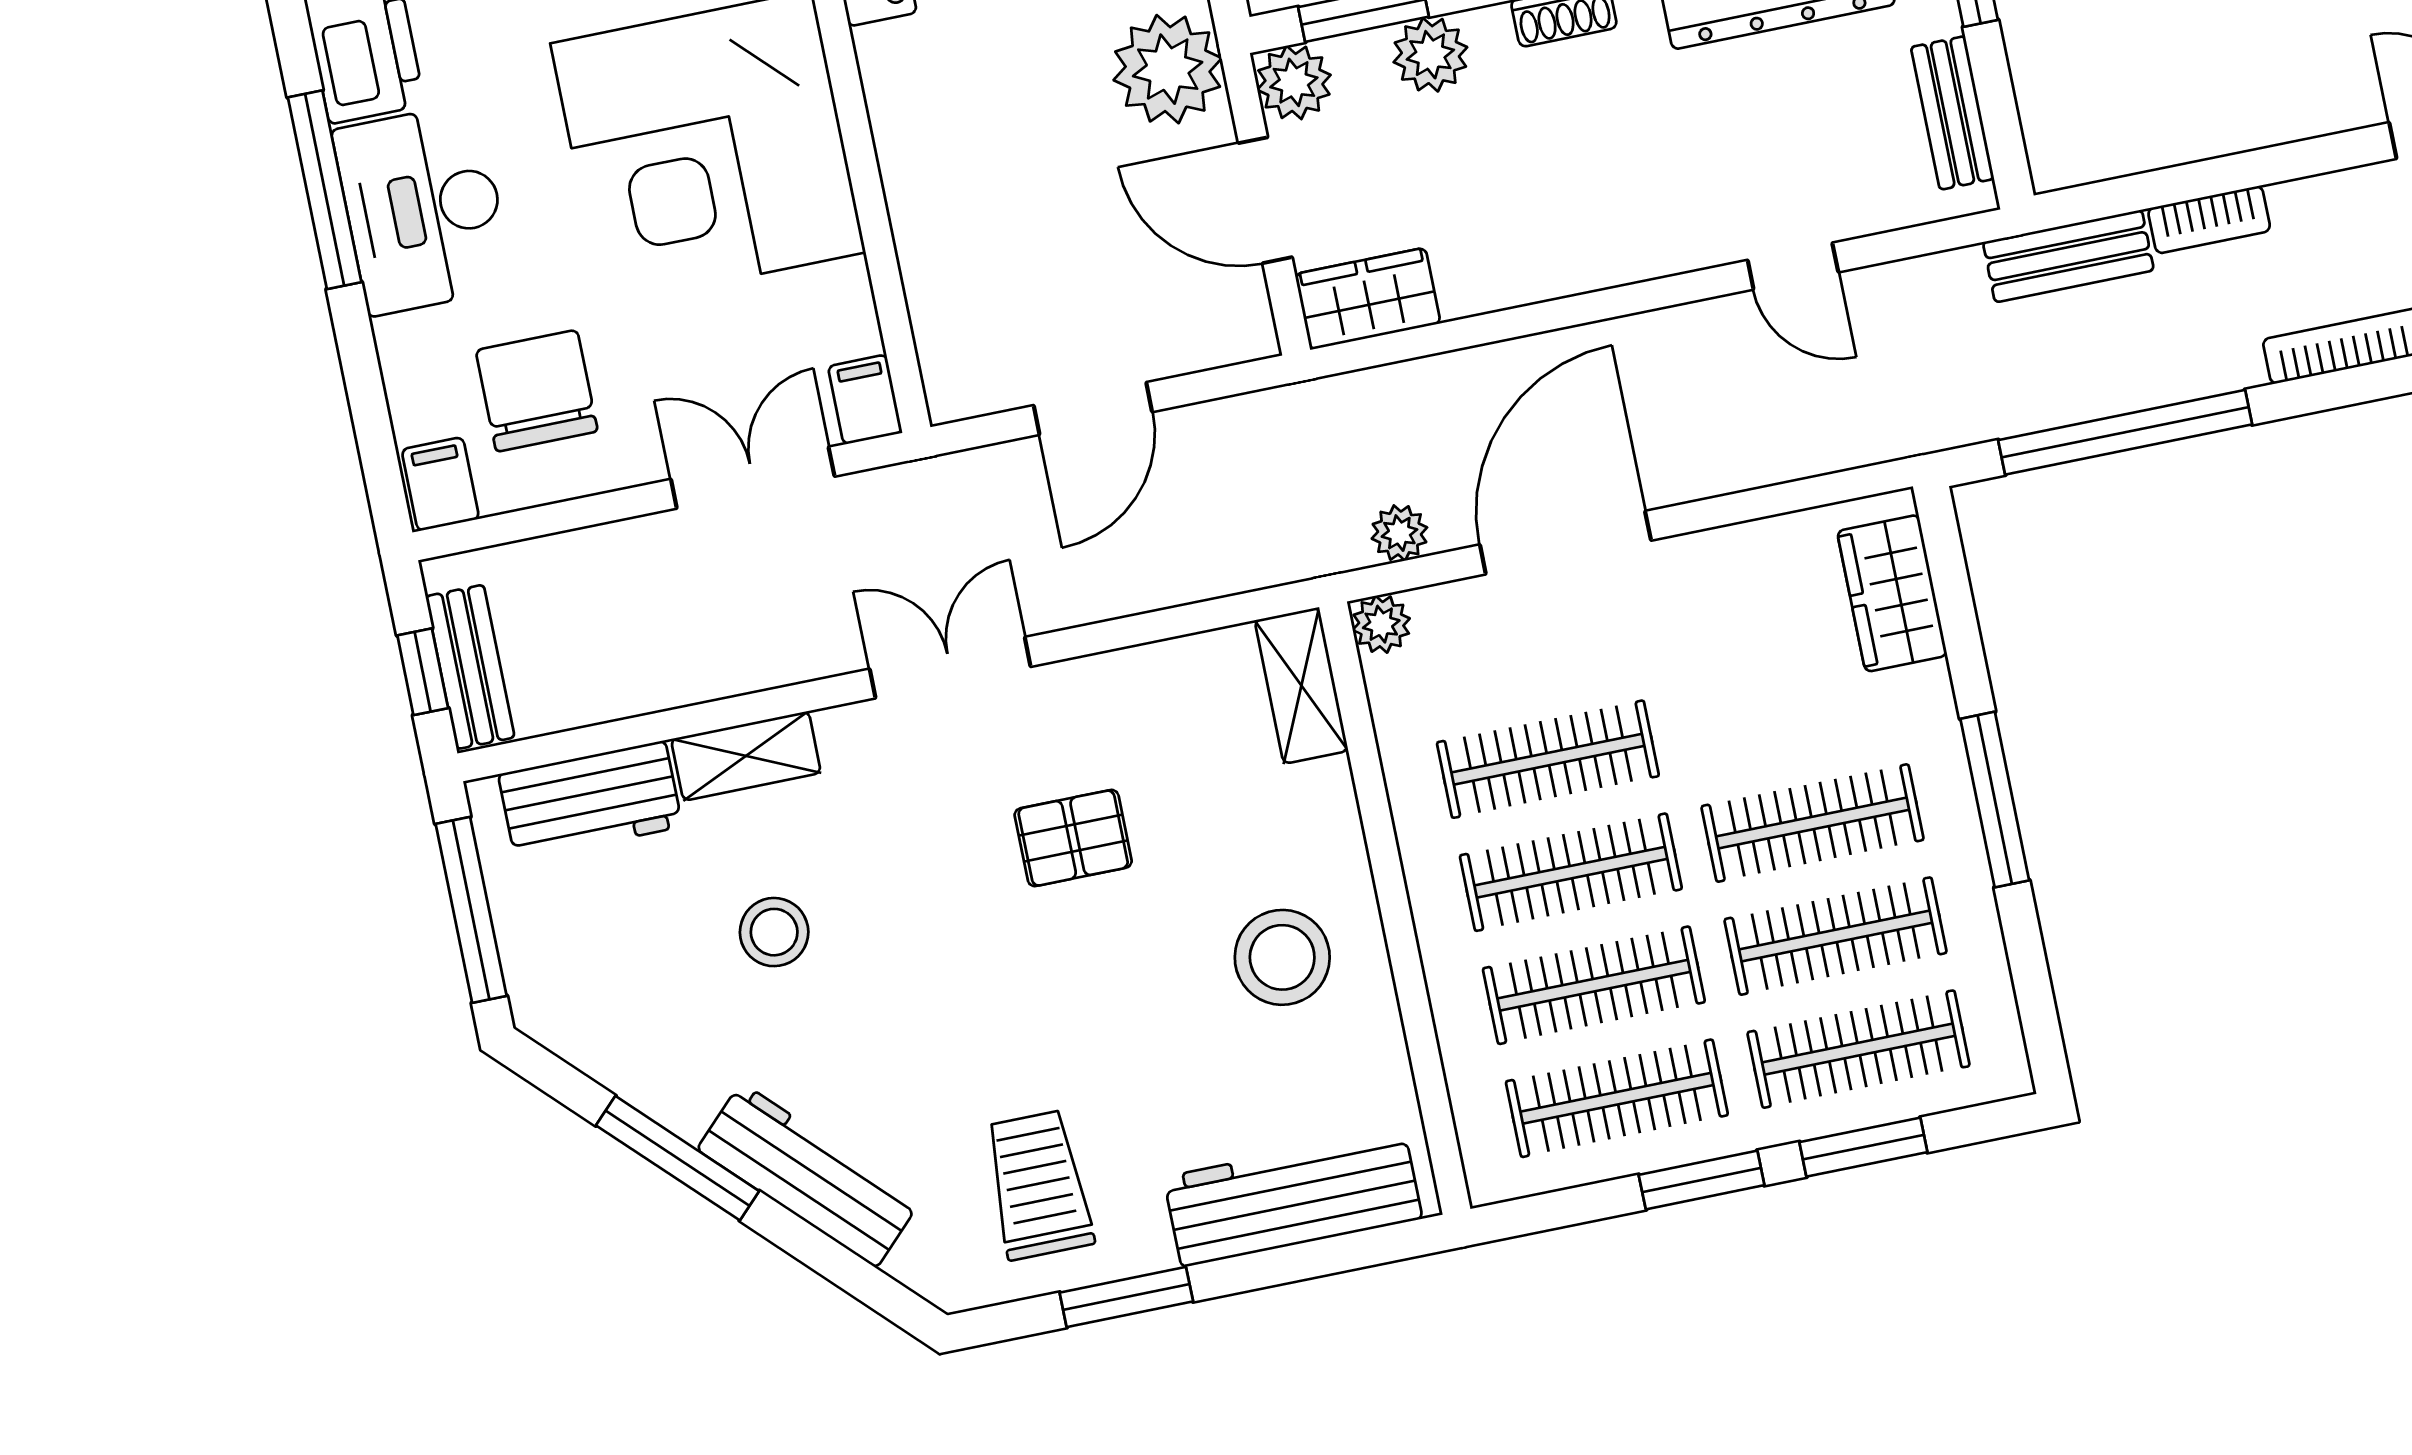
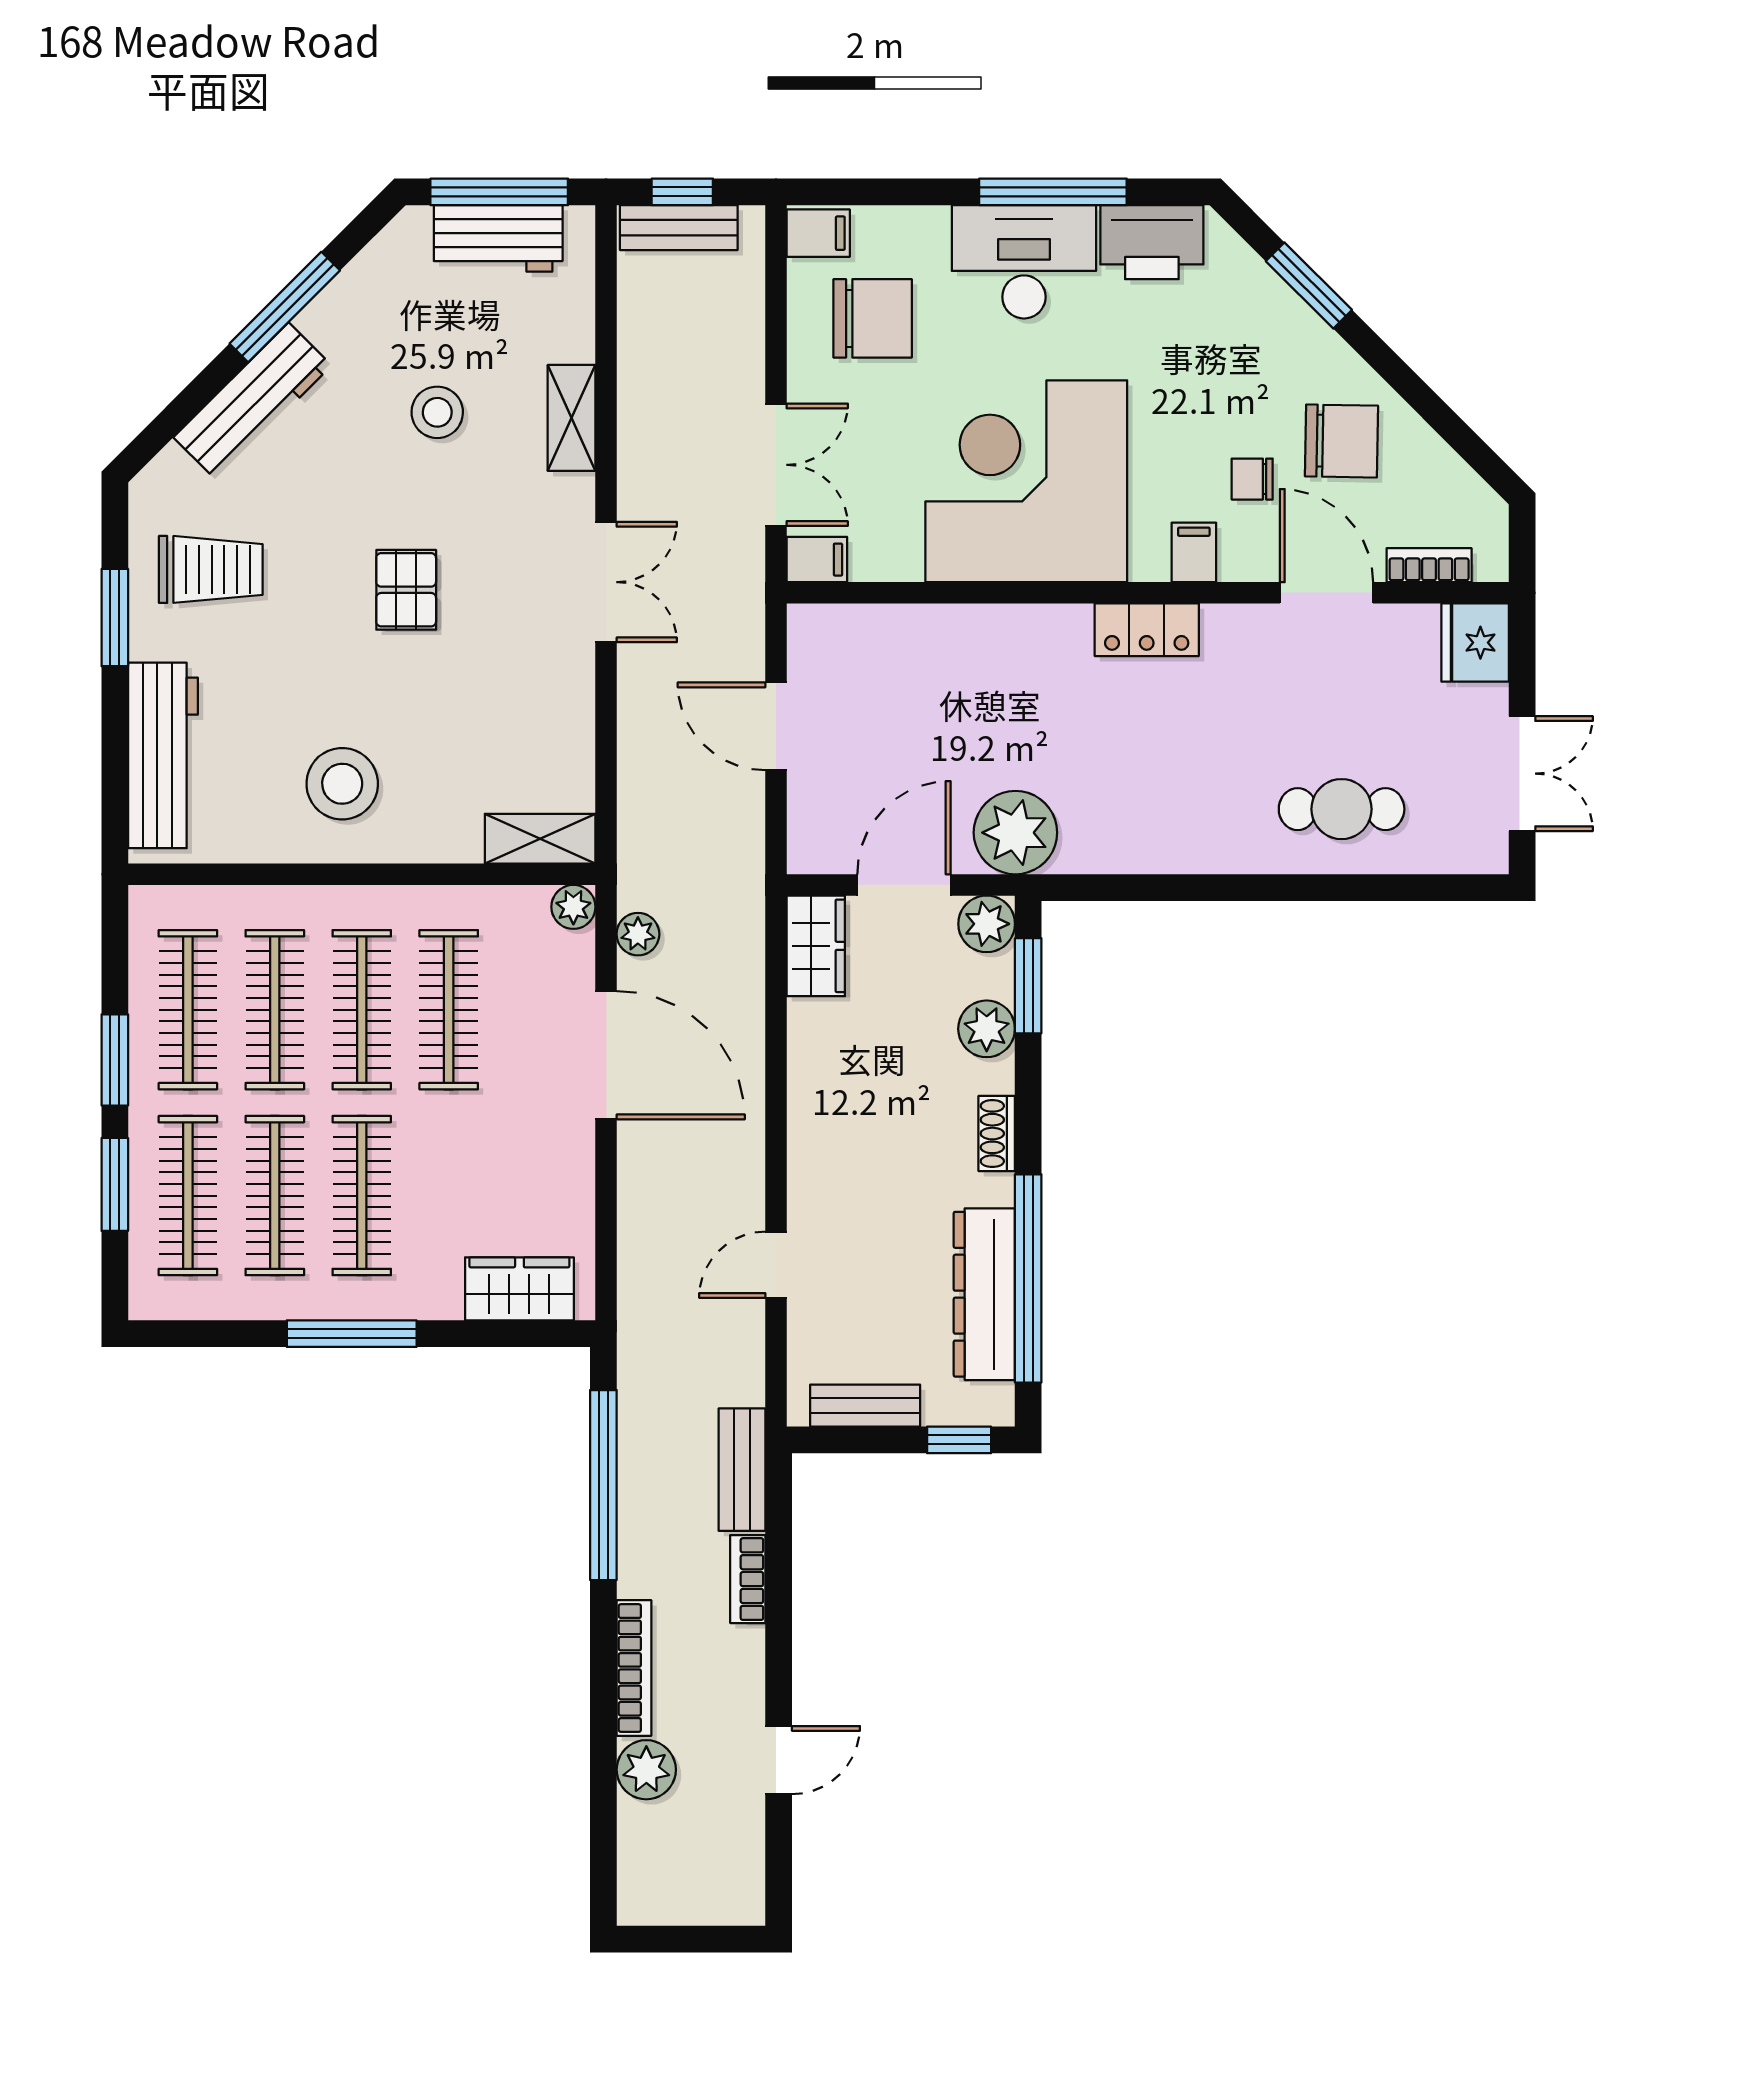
workbench: (590, 800) -> (498, 238), moved, turned -90
pallet: (1073, 838) -> (406, 590), moved

